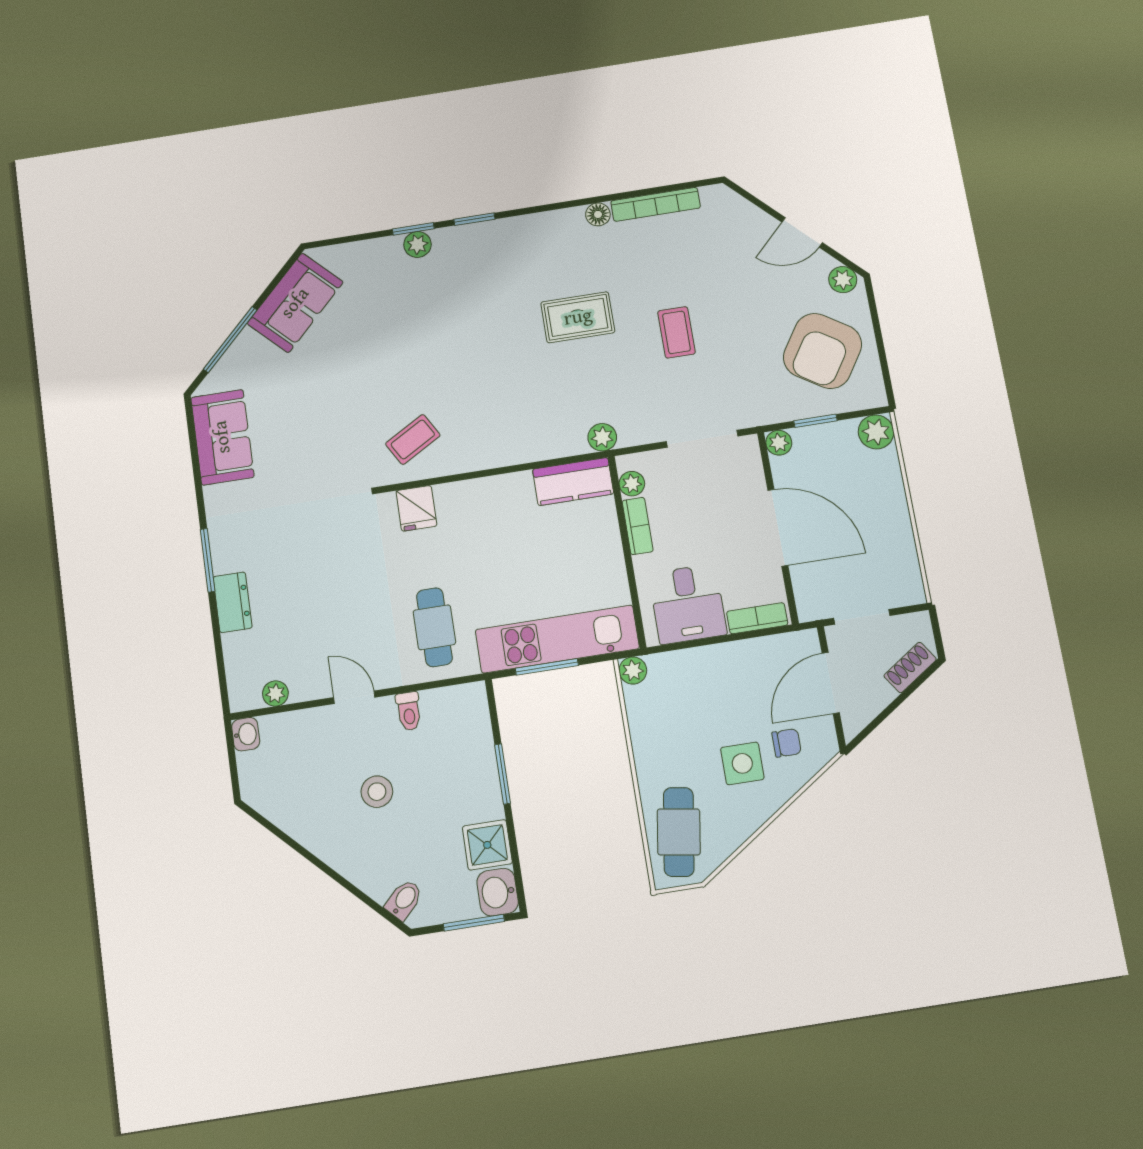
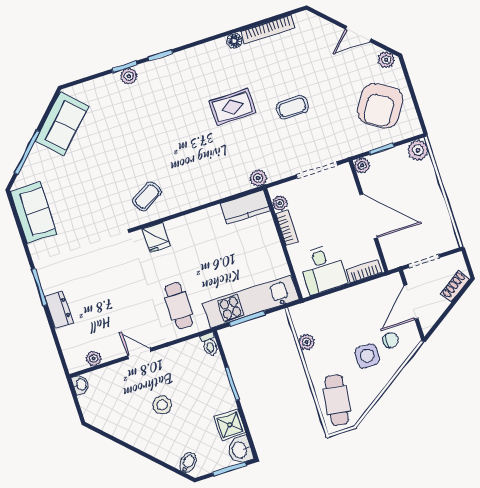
coffee table: (676, 332) -> (292, 107), turned 90
plant: (633, 670) -> (307, 342), moved
toilet: (409, 711) -> (209, 344), moved

